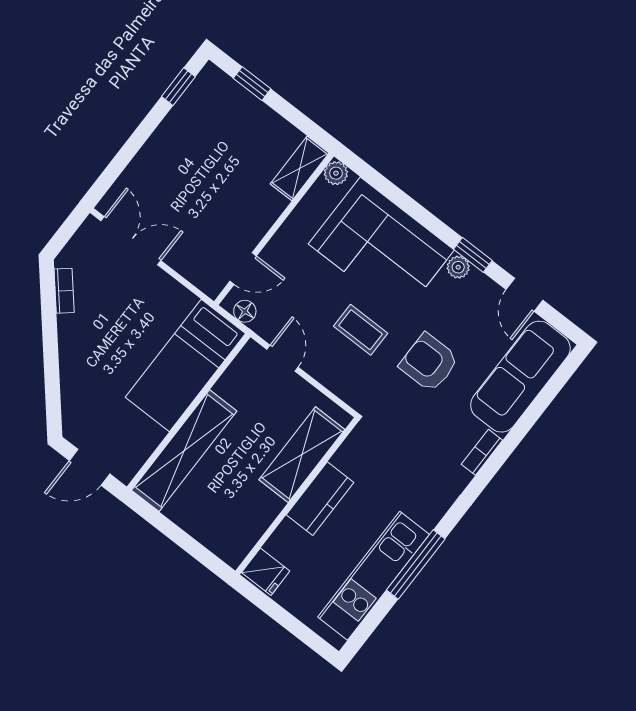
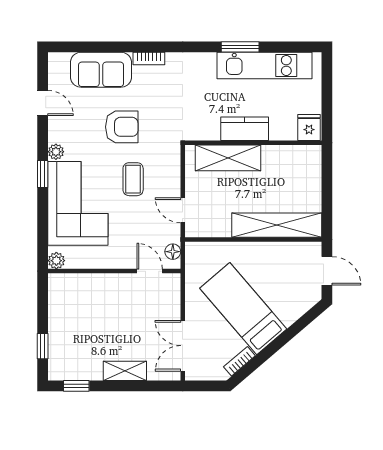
shelving: (300, 168) -> (125, 371), moved
window: (473, 255) -> (43, 174), moved
door: (524, 295) -> (43, 103), hinge flipped
door: (283, 358) -> (183, 210), hinge flipped
armchair: (429, 363) -> (122, 127), turned -90
bed: (185, 365) -> (243, 309), moved, turned -131
sofa: (520, 377) -> (101, 70), width x0.73
window: (416, 565) -> (240, 47), width x0.69

